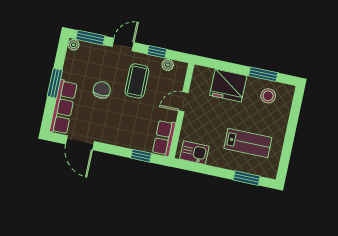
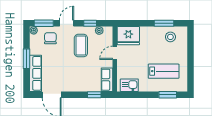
fridge: (228, 86) -> (128, 36), moved
chair: (102, 90) -> (50, 38), moved

